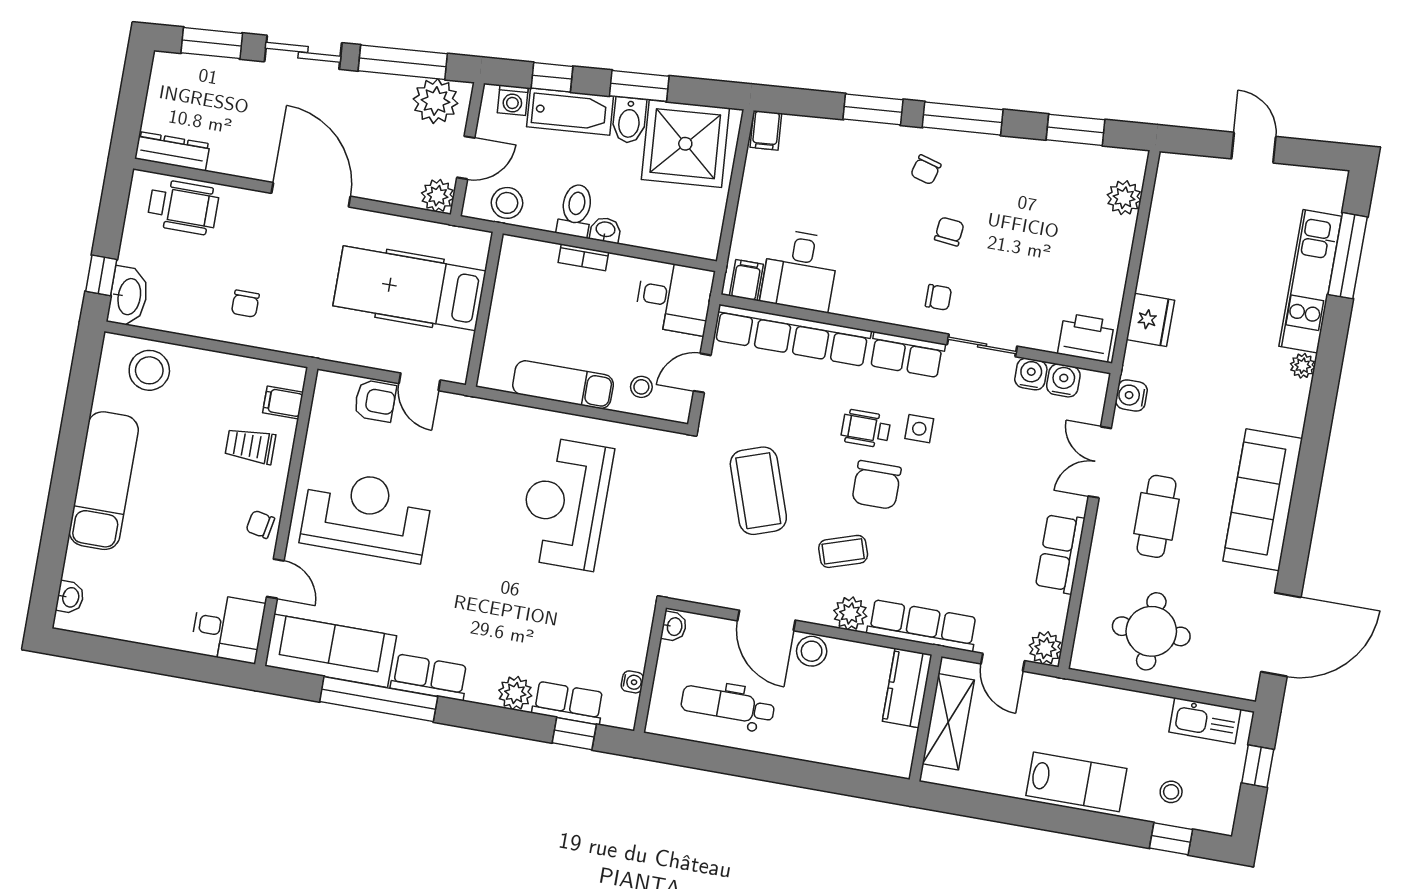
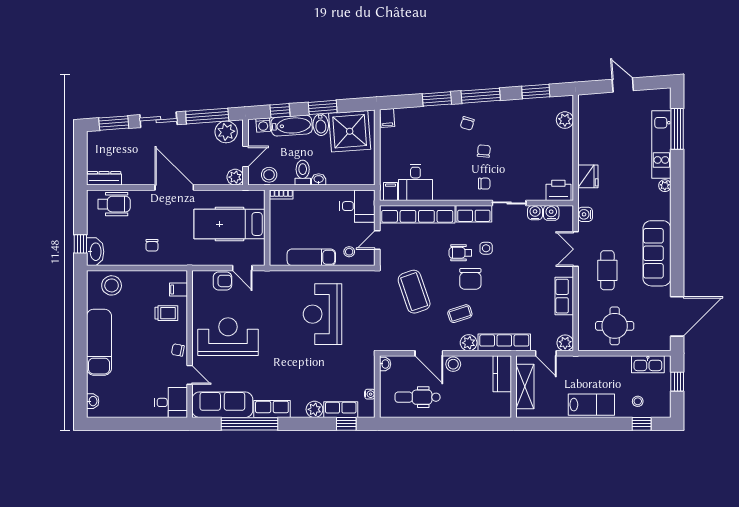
bookcase: (583, 257) -> (281, 194), moved
trolley: (250, 446) -> (166, 313), turned 180

